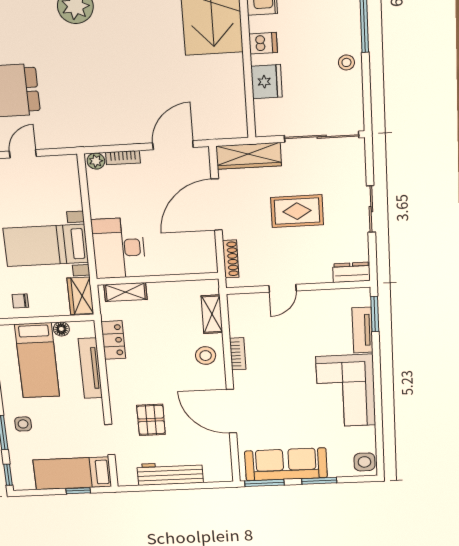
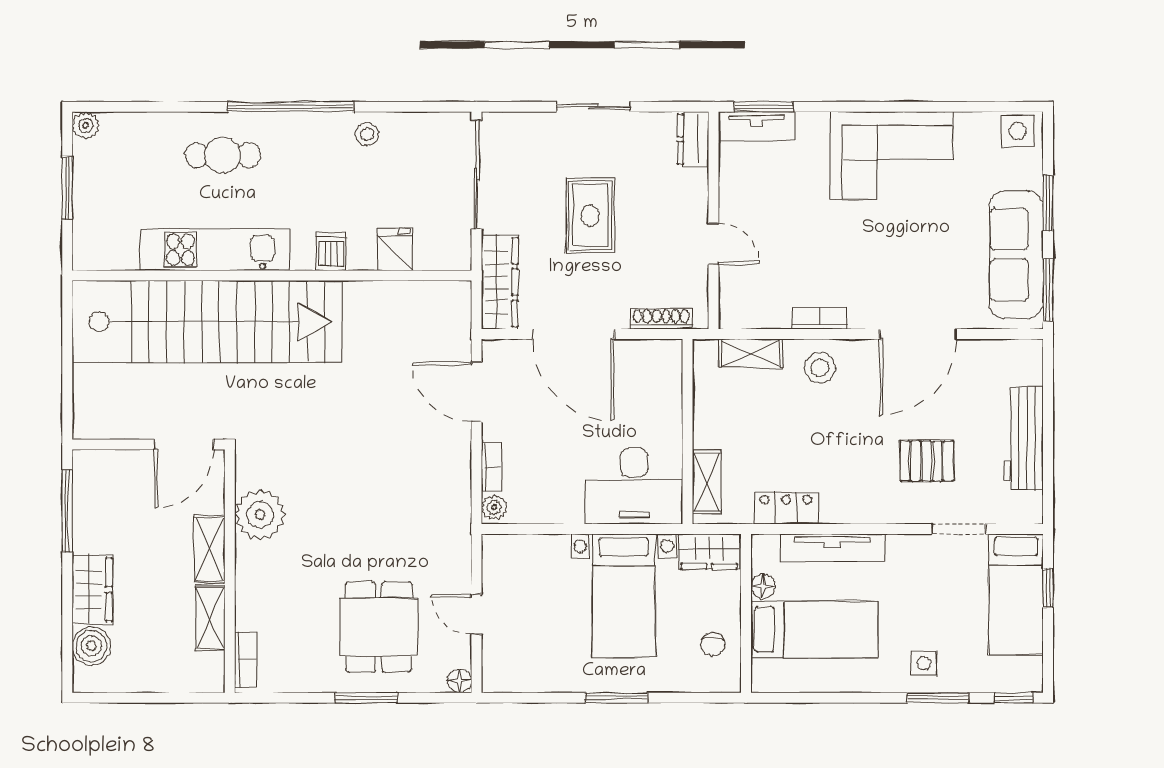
fridge: (267, 82) -> (395, 250), width x0.72
tv unit: (362, 330) -> (757, 126), moved

